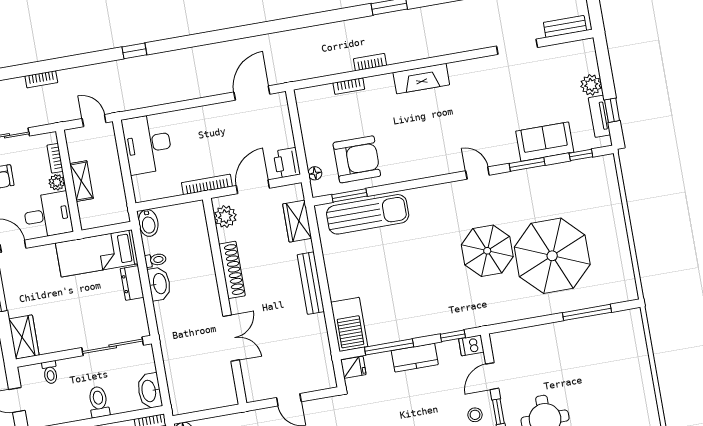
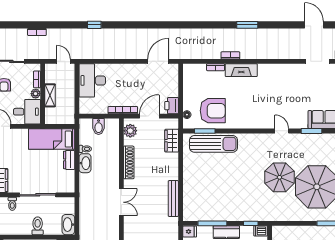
fireplace: (421, 79) -> (241, 70), moved
bidet: (148, 223) -> (99, 127), moved
bench: (311, 283) -> (173, 199), moved
barbecue: (349, 324) -> (192, 206), removed
sliding door: (113, 346) -> (38, 195), moved

